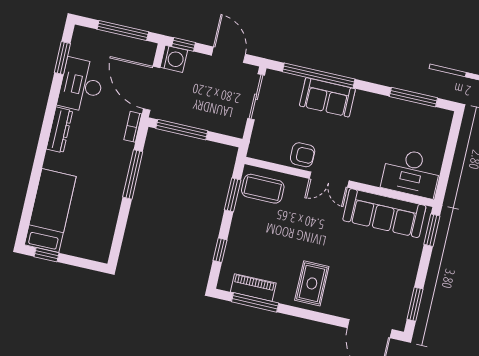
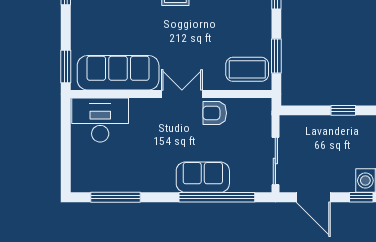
window: (182, 130) -> (343, 110), width x0.46

